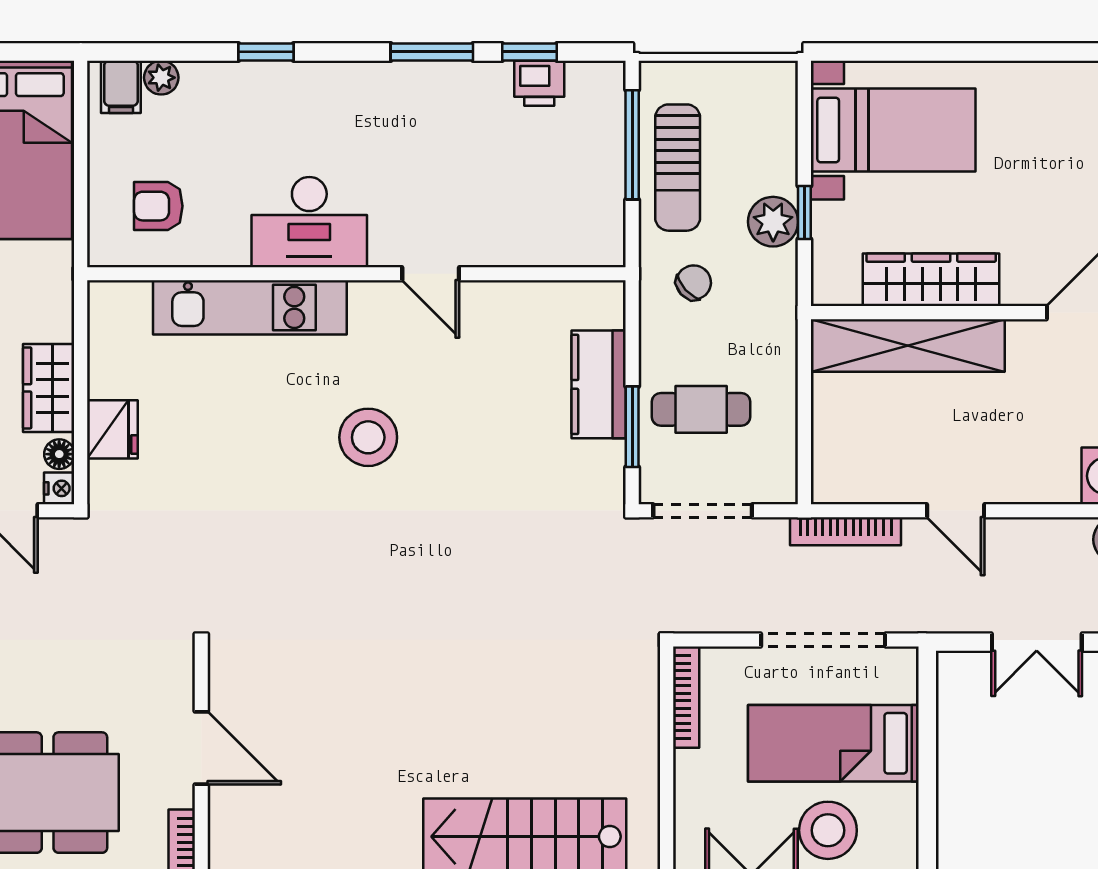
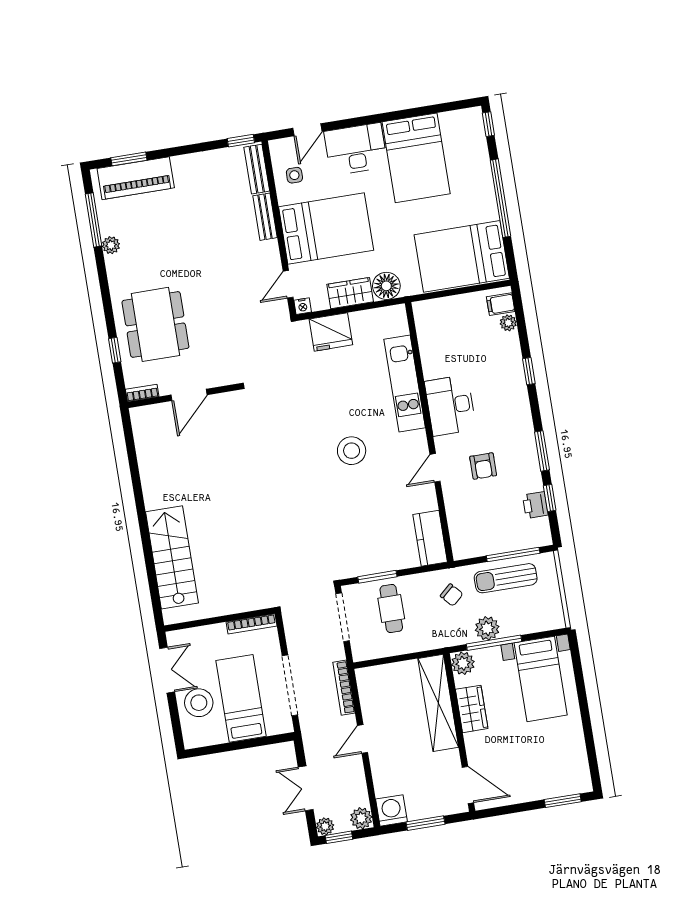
armchair: (158, 206) -> (483, 466), moved, turned 180
window: (804, 212) -> (494, 643), width x2.17
wardrobe: (931, 280) -> (472, 709), width x0.67
plant: (836, 282) -> (463, 663), added
kitchen counter: (599, 384) -> (430, 538), moved, turned -90
fridge: (112, 429) -> (331, 332), width x1.36, depth x1.34
floor lamp: (59, 454) -> (386, 286), moved, width x1.89, depth x1.89

